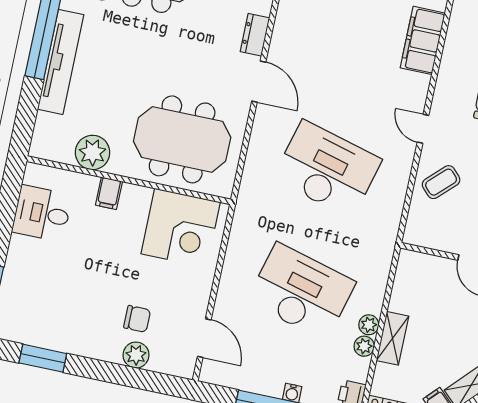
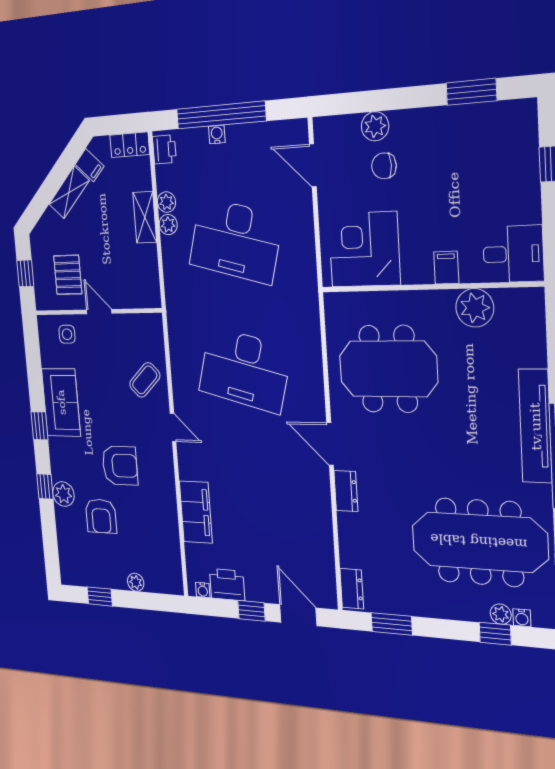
plant: (92, 152) -> (475, 308), moved
wall: (129, 180) -> (429, 287), moved
filing cabinet: (109, 193) -> (446, 268), moved
corner desk: (181, 228) -> (364, 249), moved

